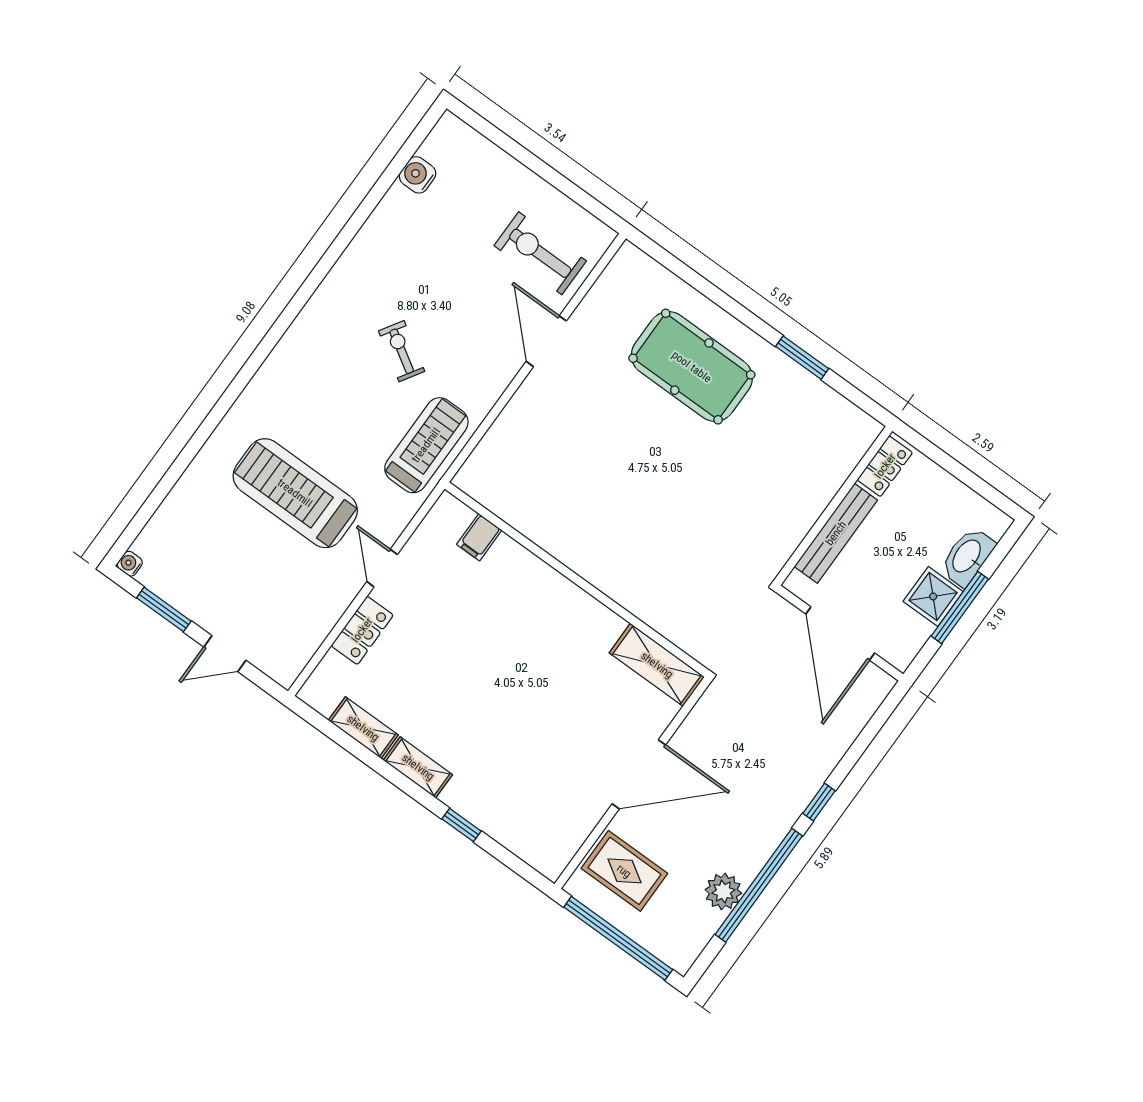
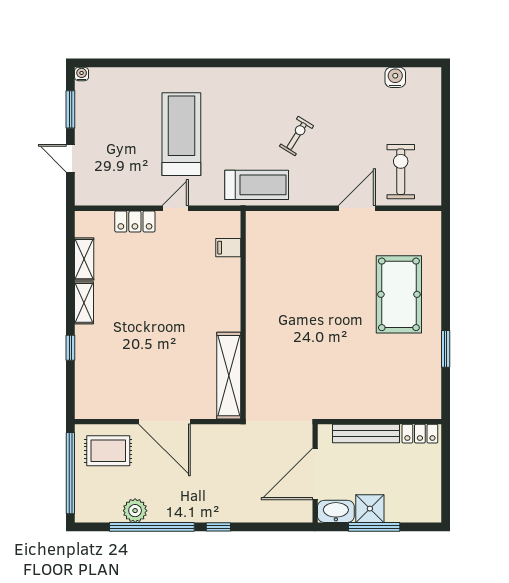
washbasin: (967, 557) -> (336, 511), moved
shelving: (657, 665) -> (229, 376), width x1.47
rug: (624, 871) -> (108, 451), turned 90

